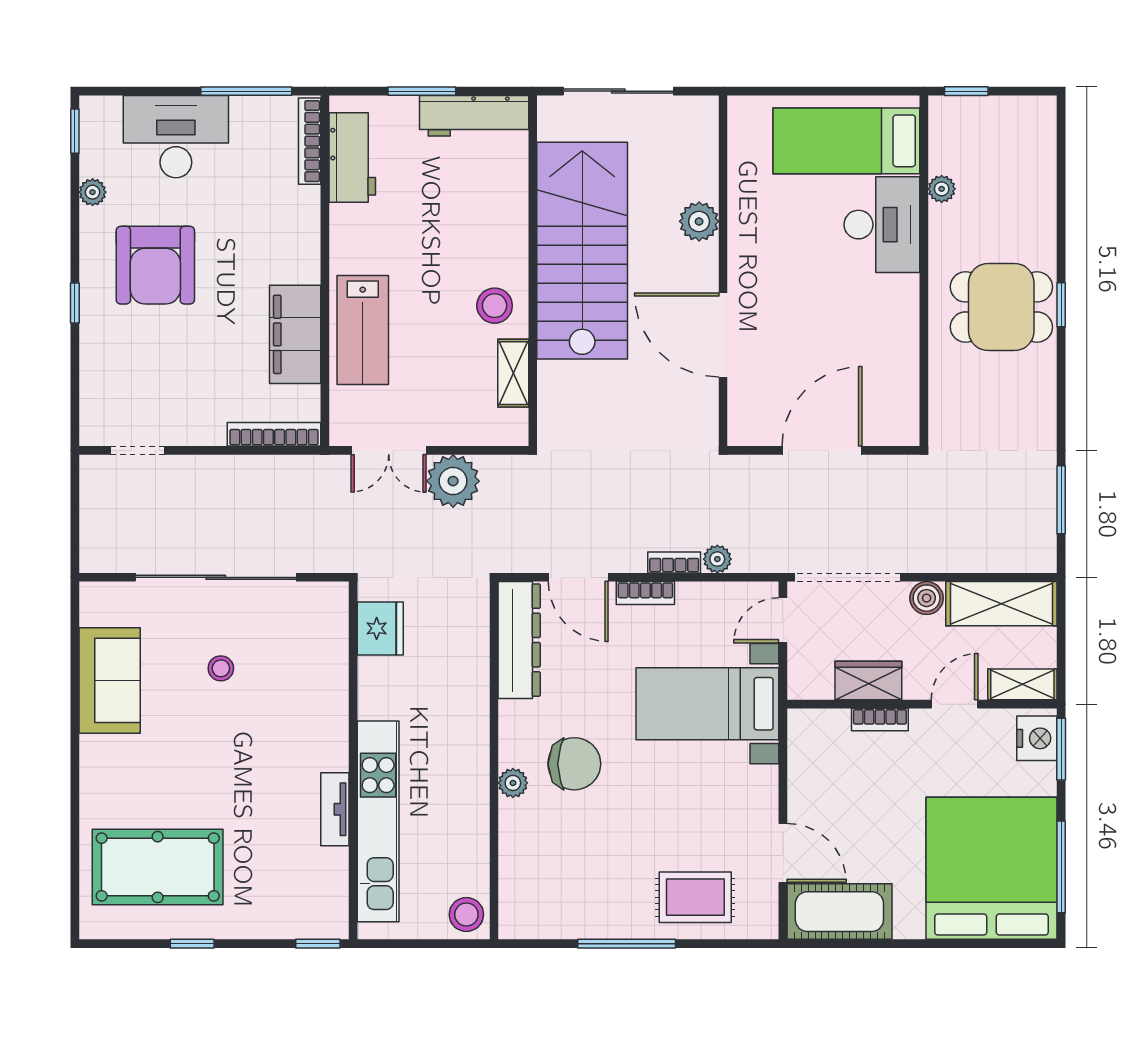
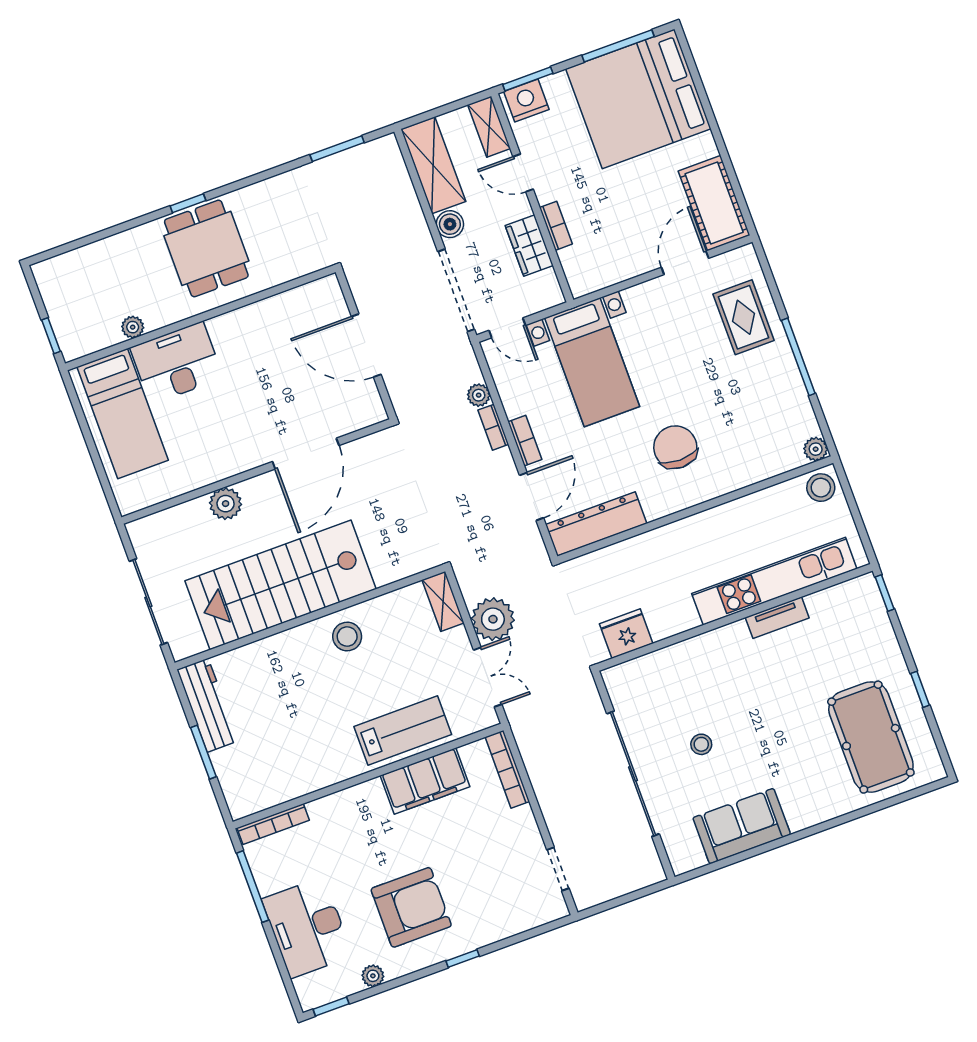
workbench: (352, 158) -> (274, 787), removed
shelving: (513, 373) -> (443, 601), moved, turned 90
plant: (513, 783) -> (816, 449), moved

